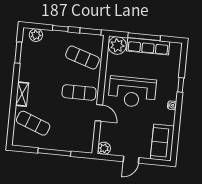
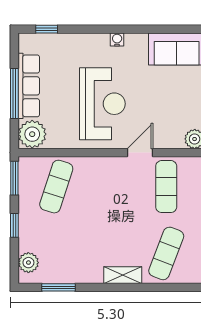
window: (181, 85) -> (47, 29), moved
exercise mat: (79, 92) -> (166, 187), moved

